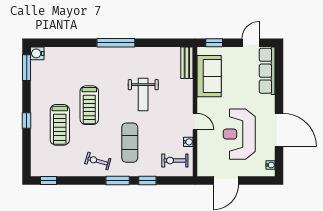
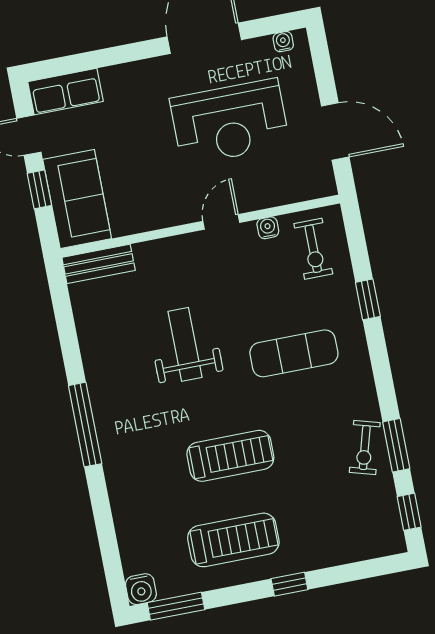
window: (214, 43) -> (39, 189), moved
row of seats: (267, 71) -> (65, 92), width x0.68
sofa: (209, 76) -> (77, 199), moved, turned 90
weight bench: (143, 95) -> (185, 344), turned -90
treadmill: (60, 125) -> (233, 540), moved
exercise bike: (98, 161) -> (365, 448), moved
window: (118, 181) -> (396, 445), moved

